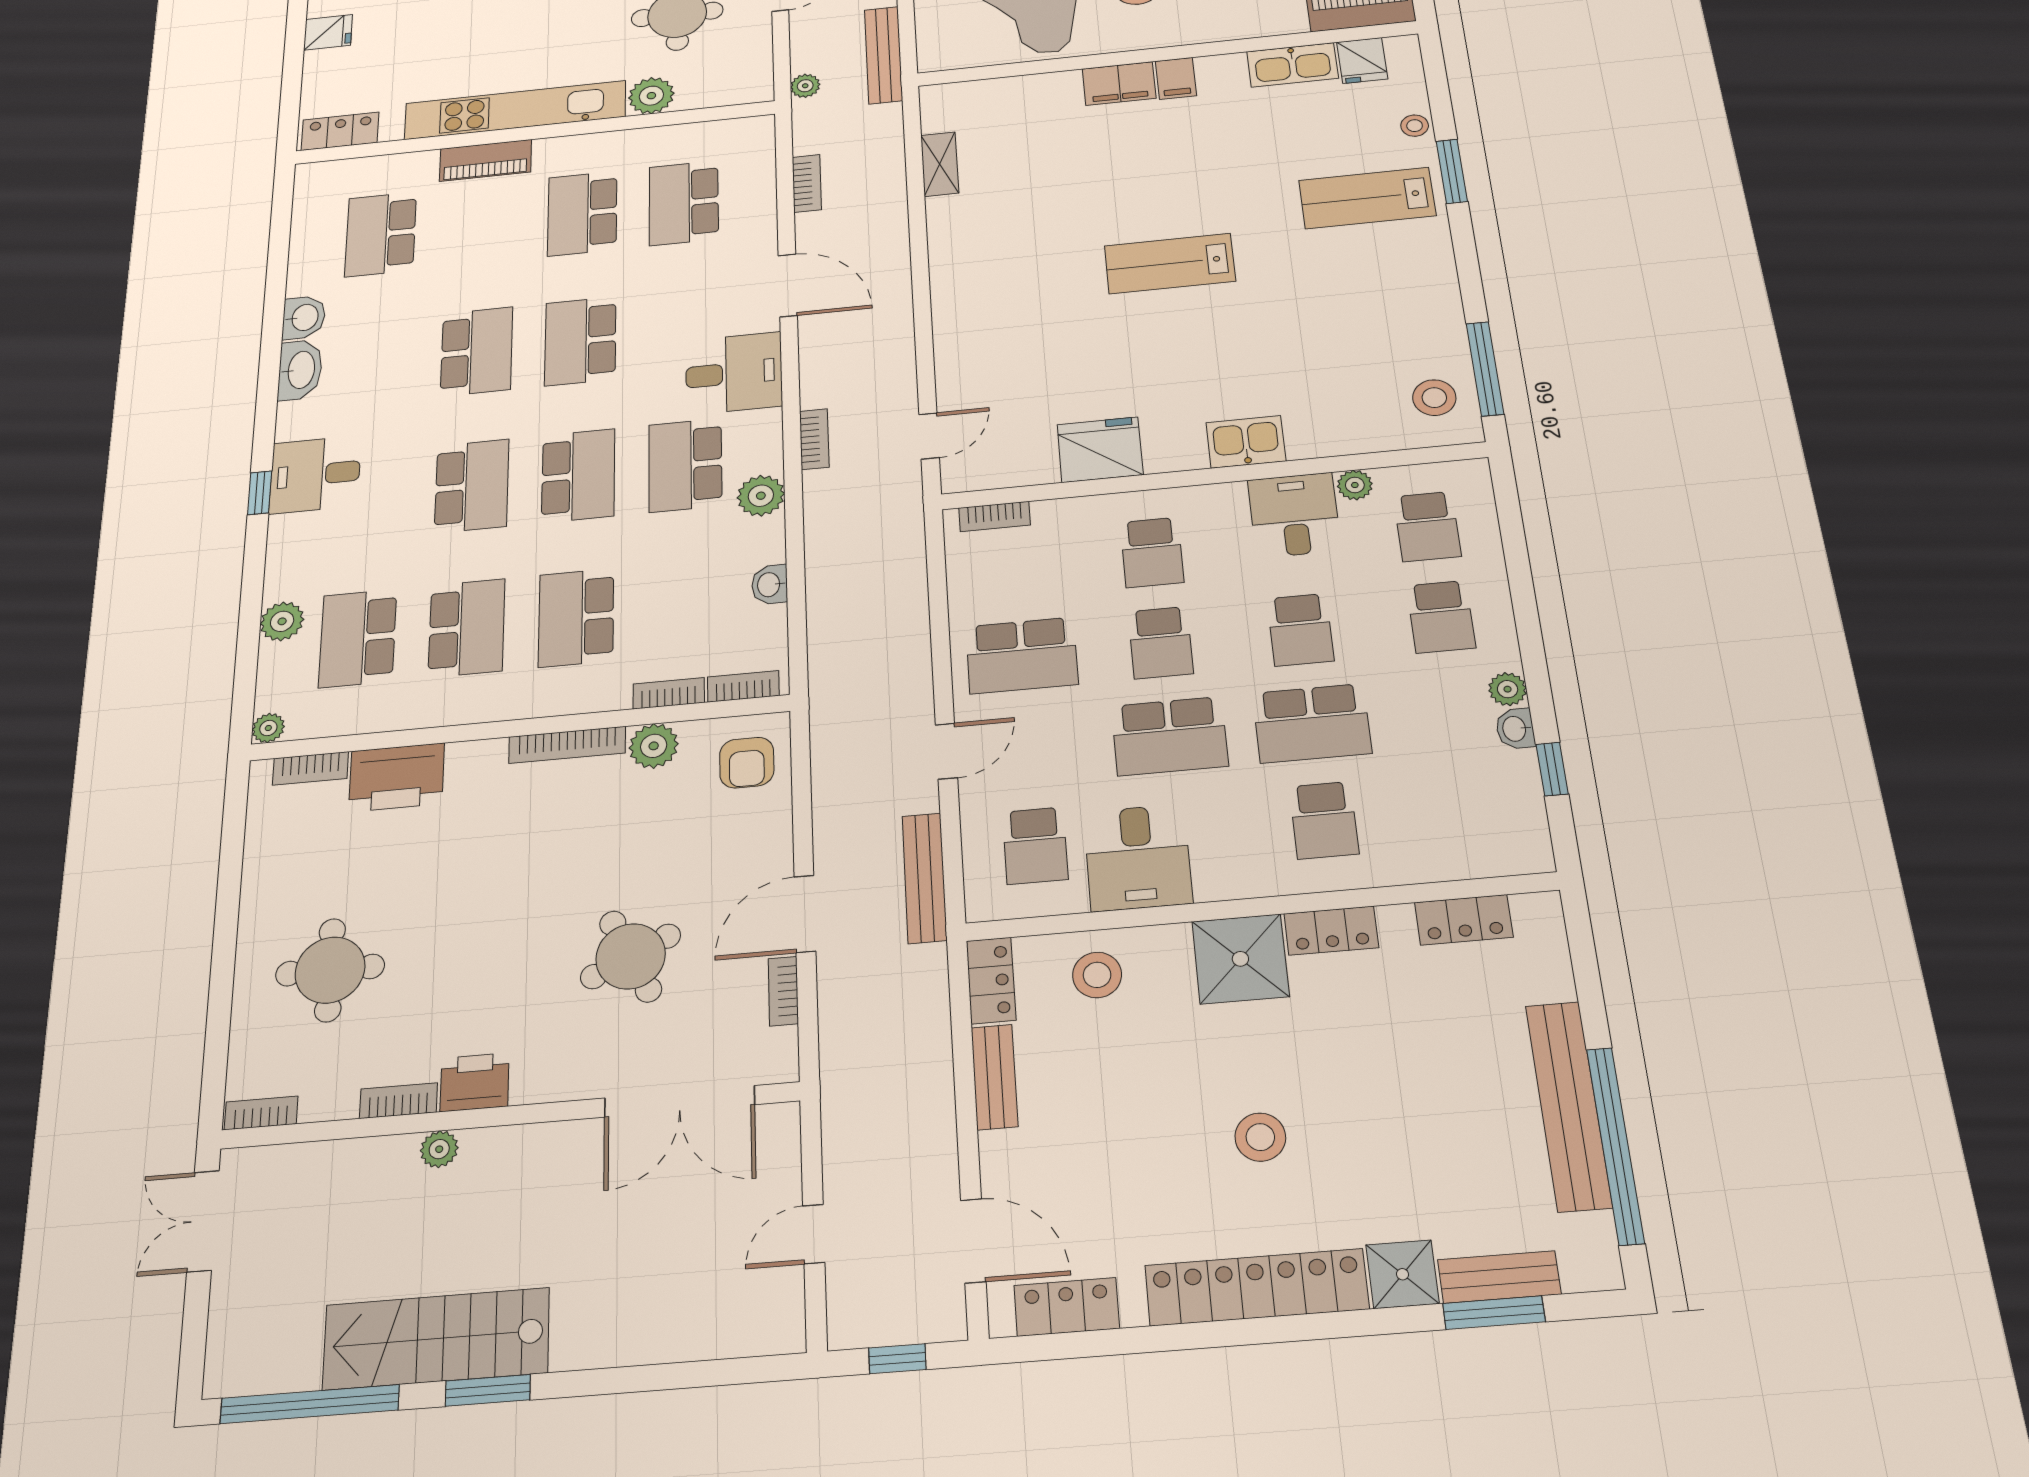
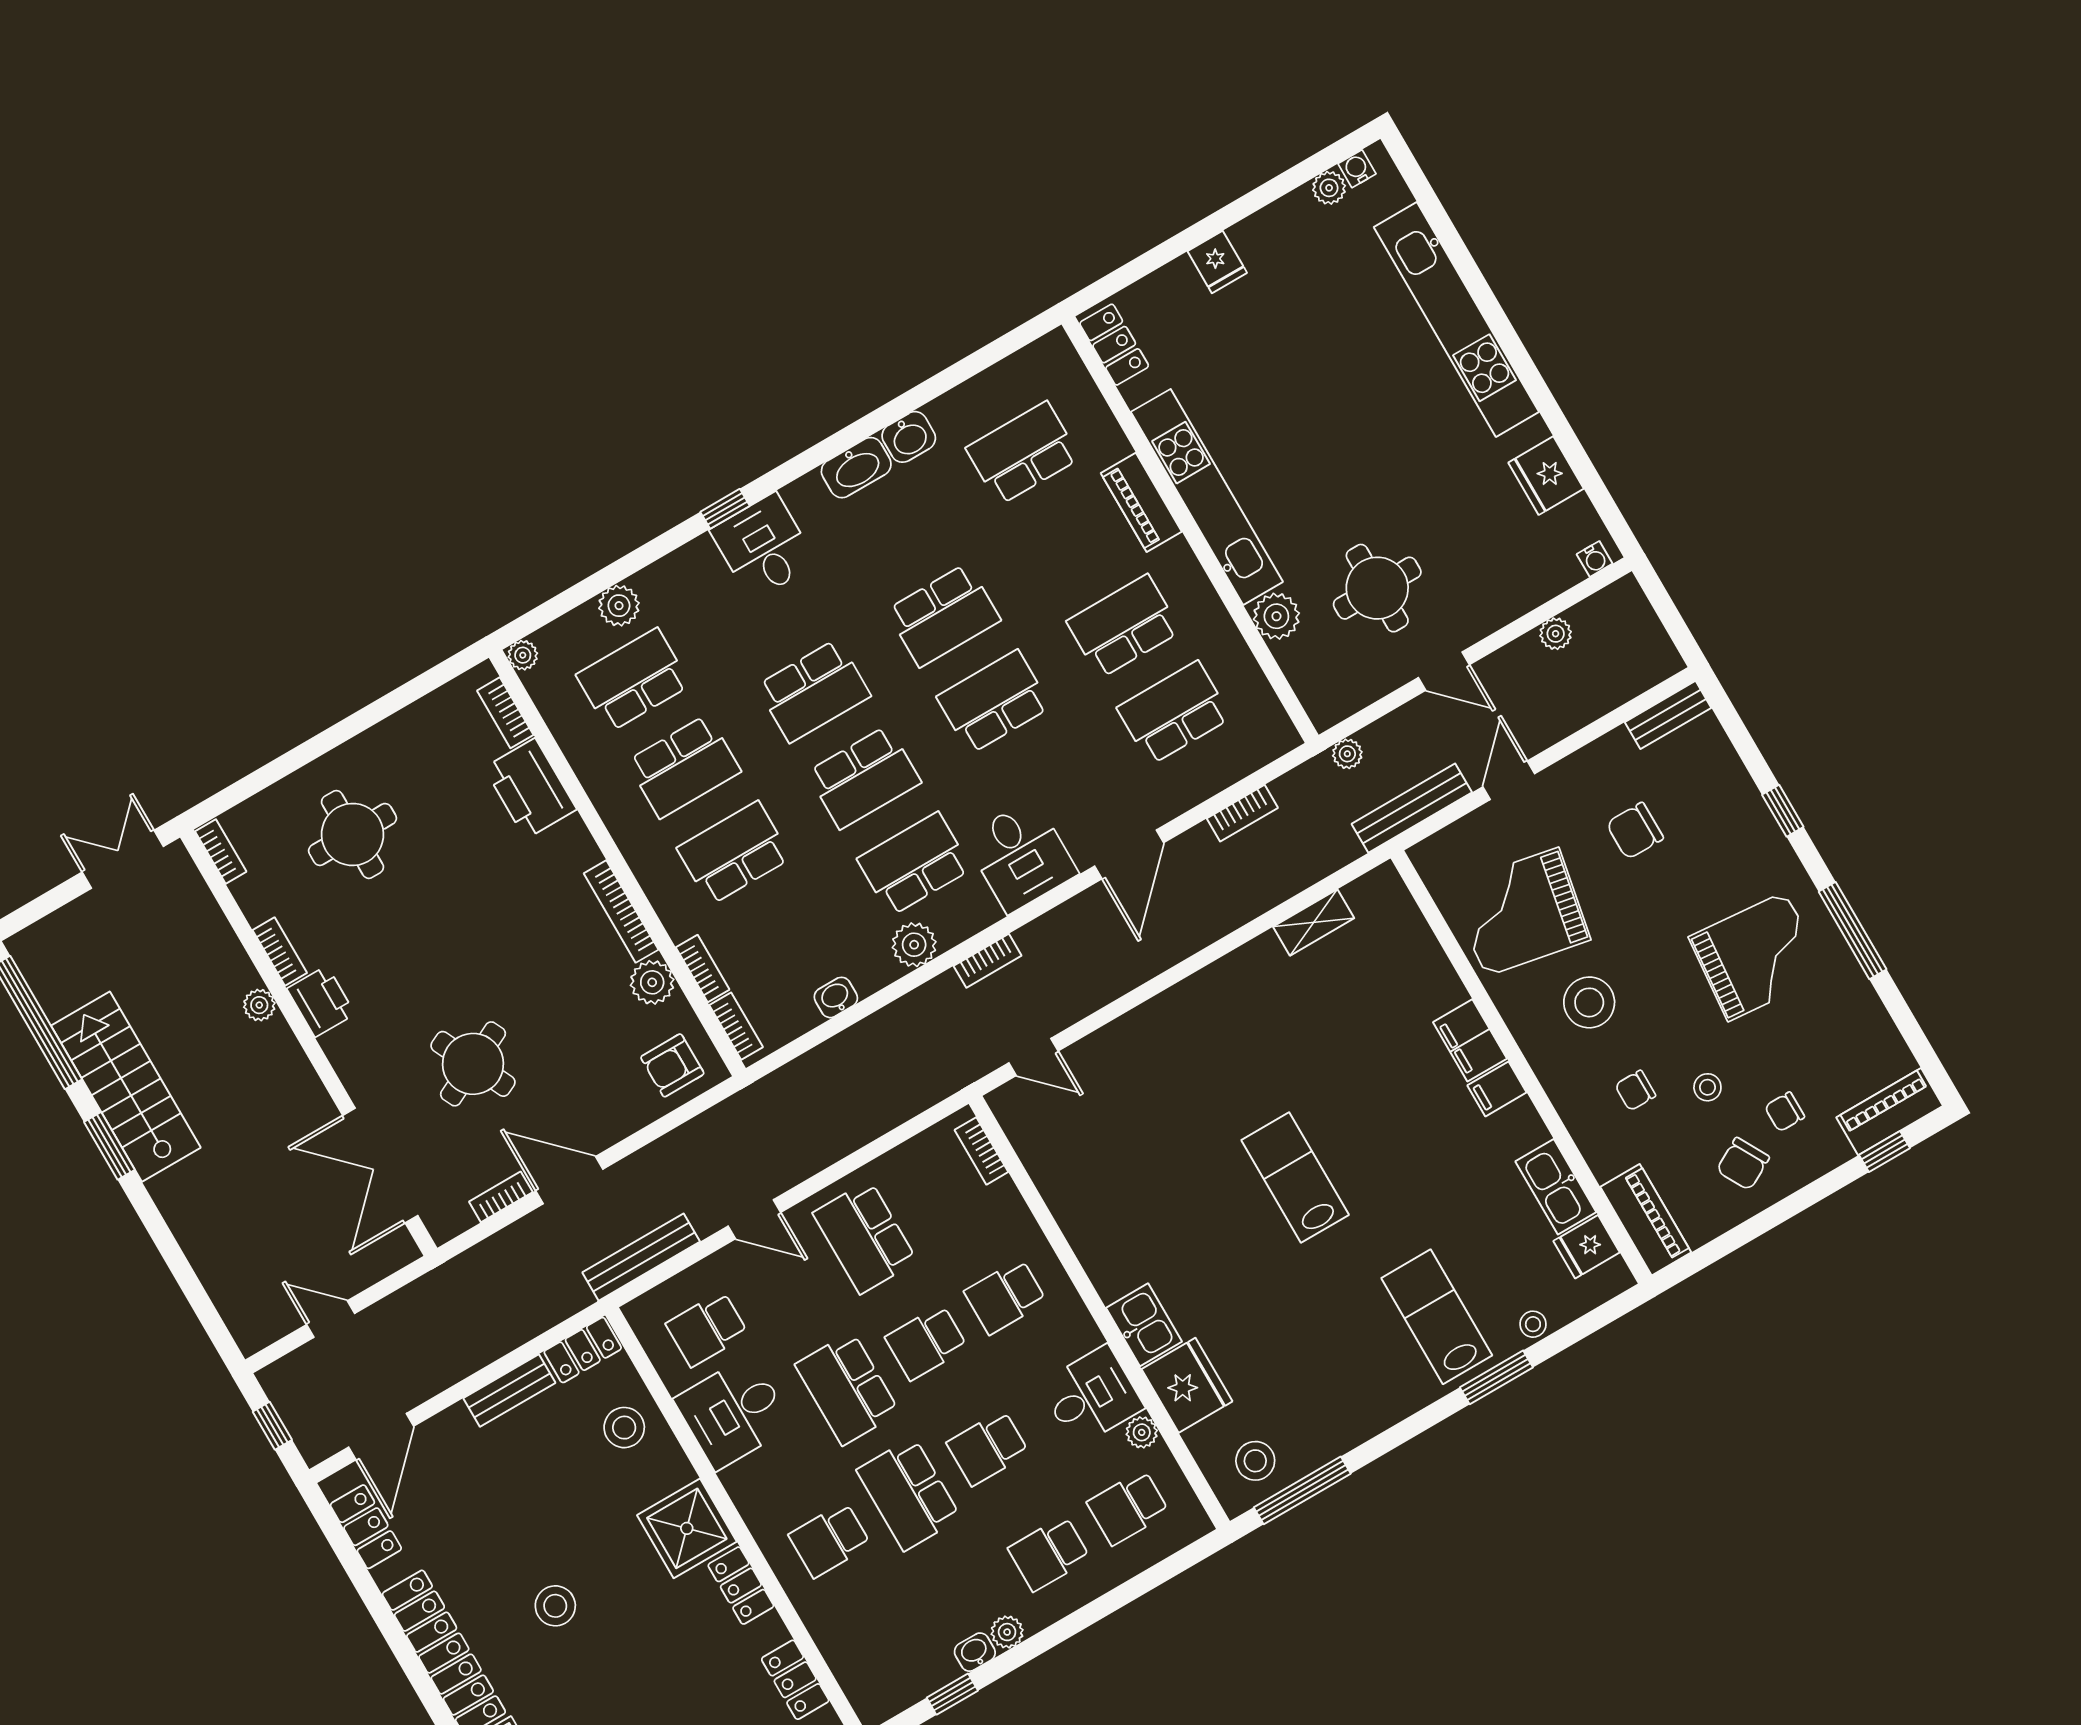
fridge: (1100, 450) -> (1187, 1385), moved

